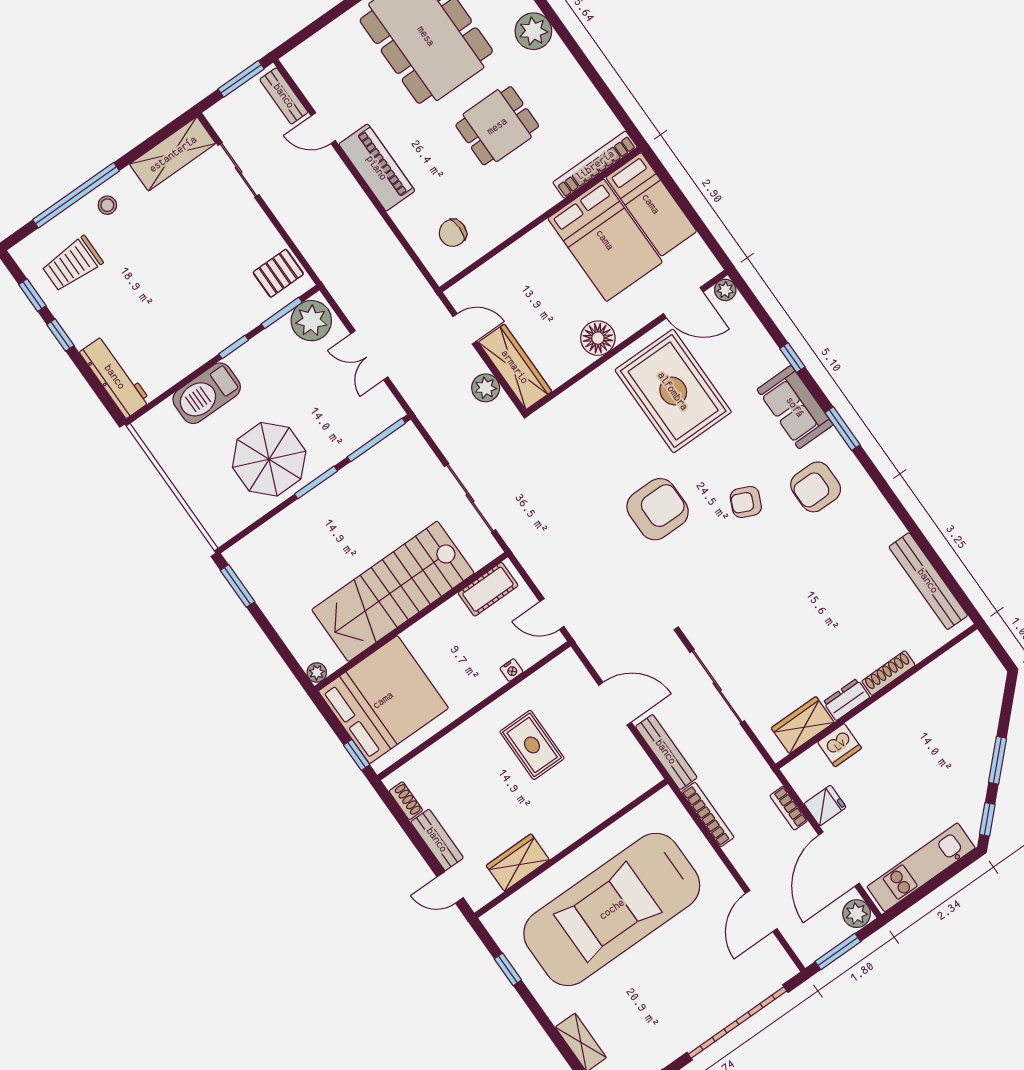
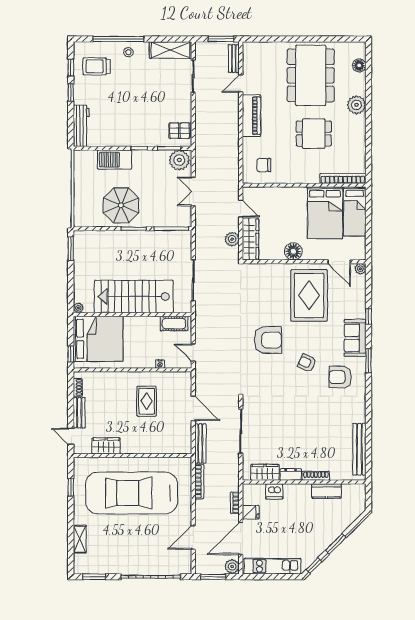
door: (323, 128) -> (241, 84), hinge flipped
kitchen counter: (923, 685) -> (326, 491), added

